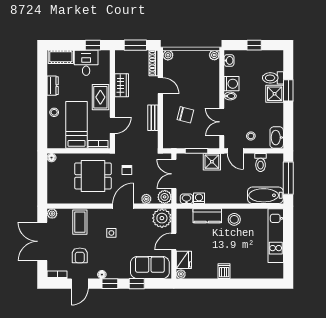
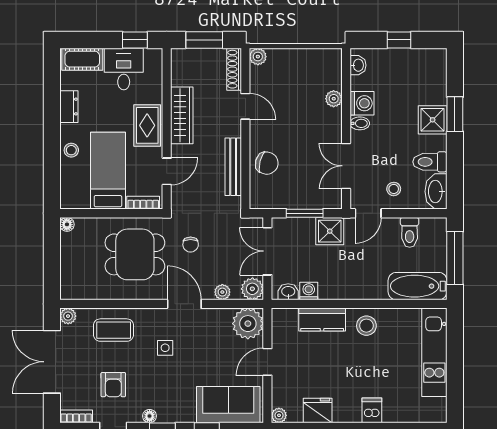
plant: (214, 55) -> (334, 99), moved
toilet: (273, 78) -> (430, 162), moved
wardrobe: (122, 85) -> (182, 115), width x1.50
chair: (185, 115) -> (267, 163), moved
bench: (153, 118) -> (233, 167), width x1.36
door: (235, 151) -> (368, 213), hinge flipped
door: (123, 206) -> (184, 304), hinge flipped
coffee table: (80, 222) -> (114, 330), turned 90
fridge: (184, 260) -> (318, 410), moved, turned -90
dishwasher: (224, 271) -> (372, 410), moved

